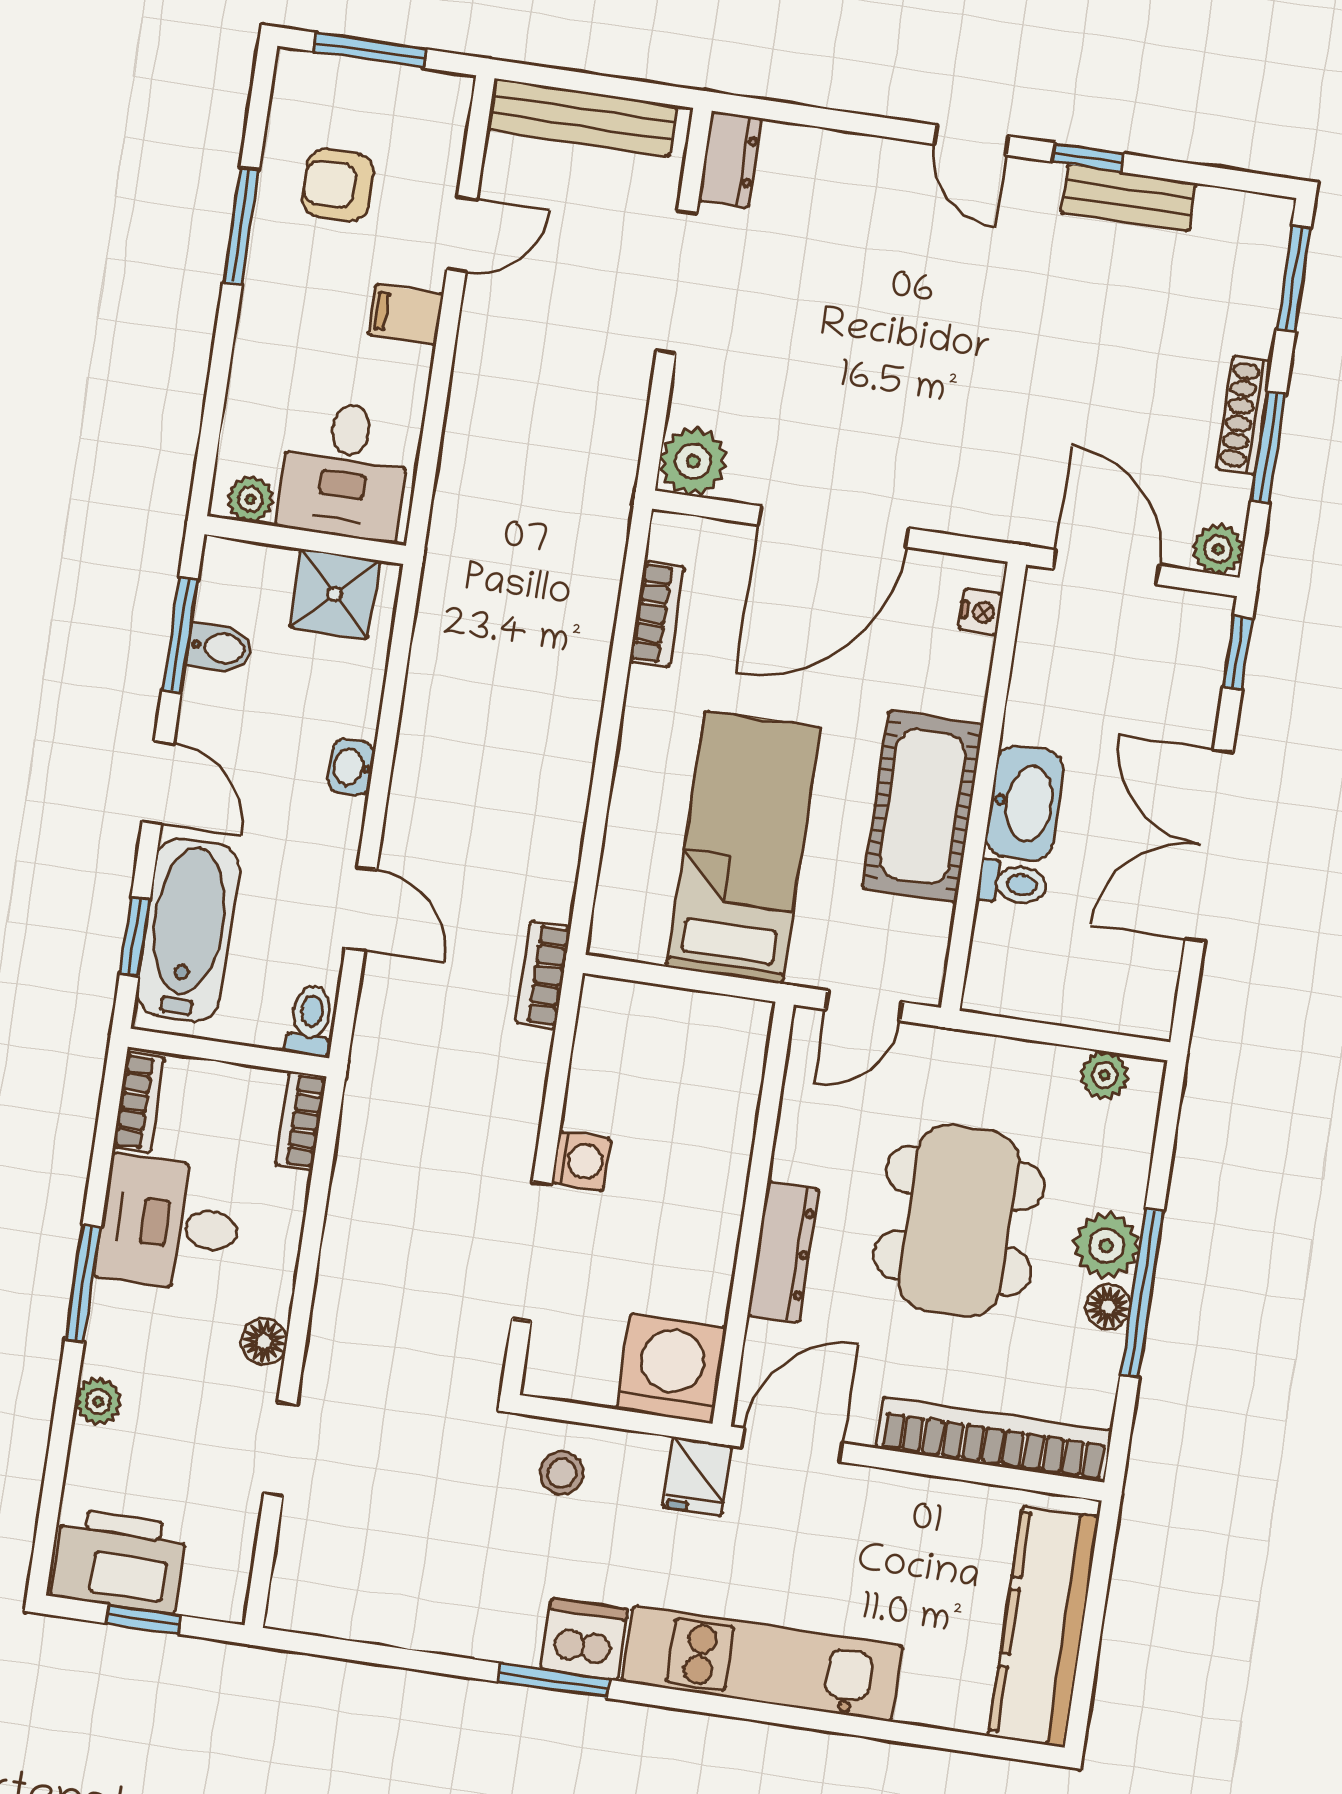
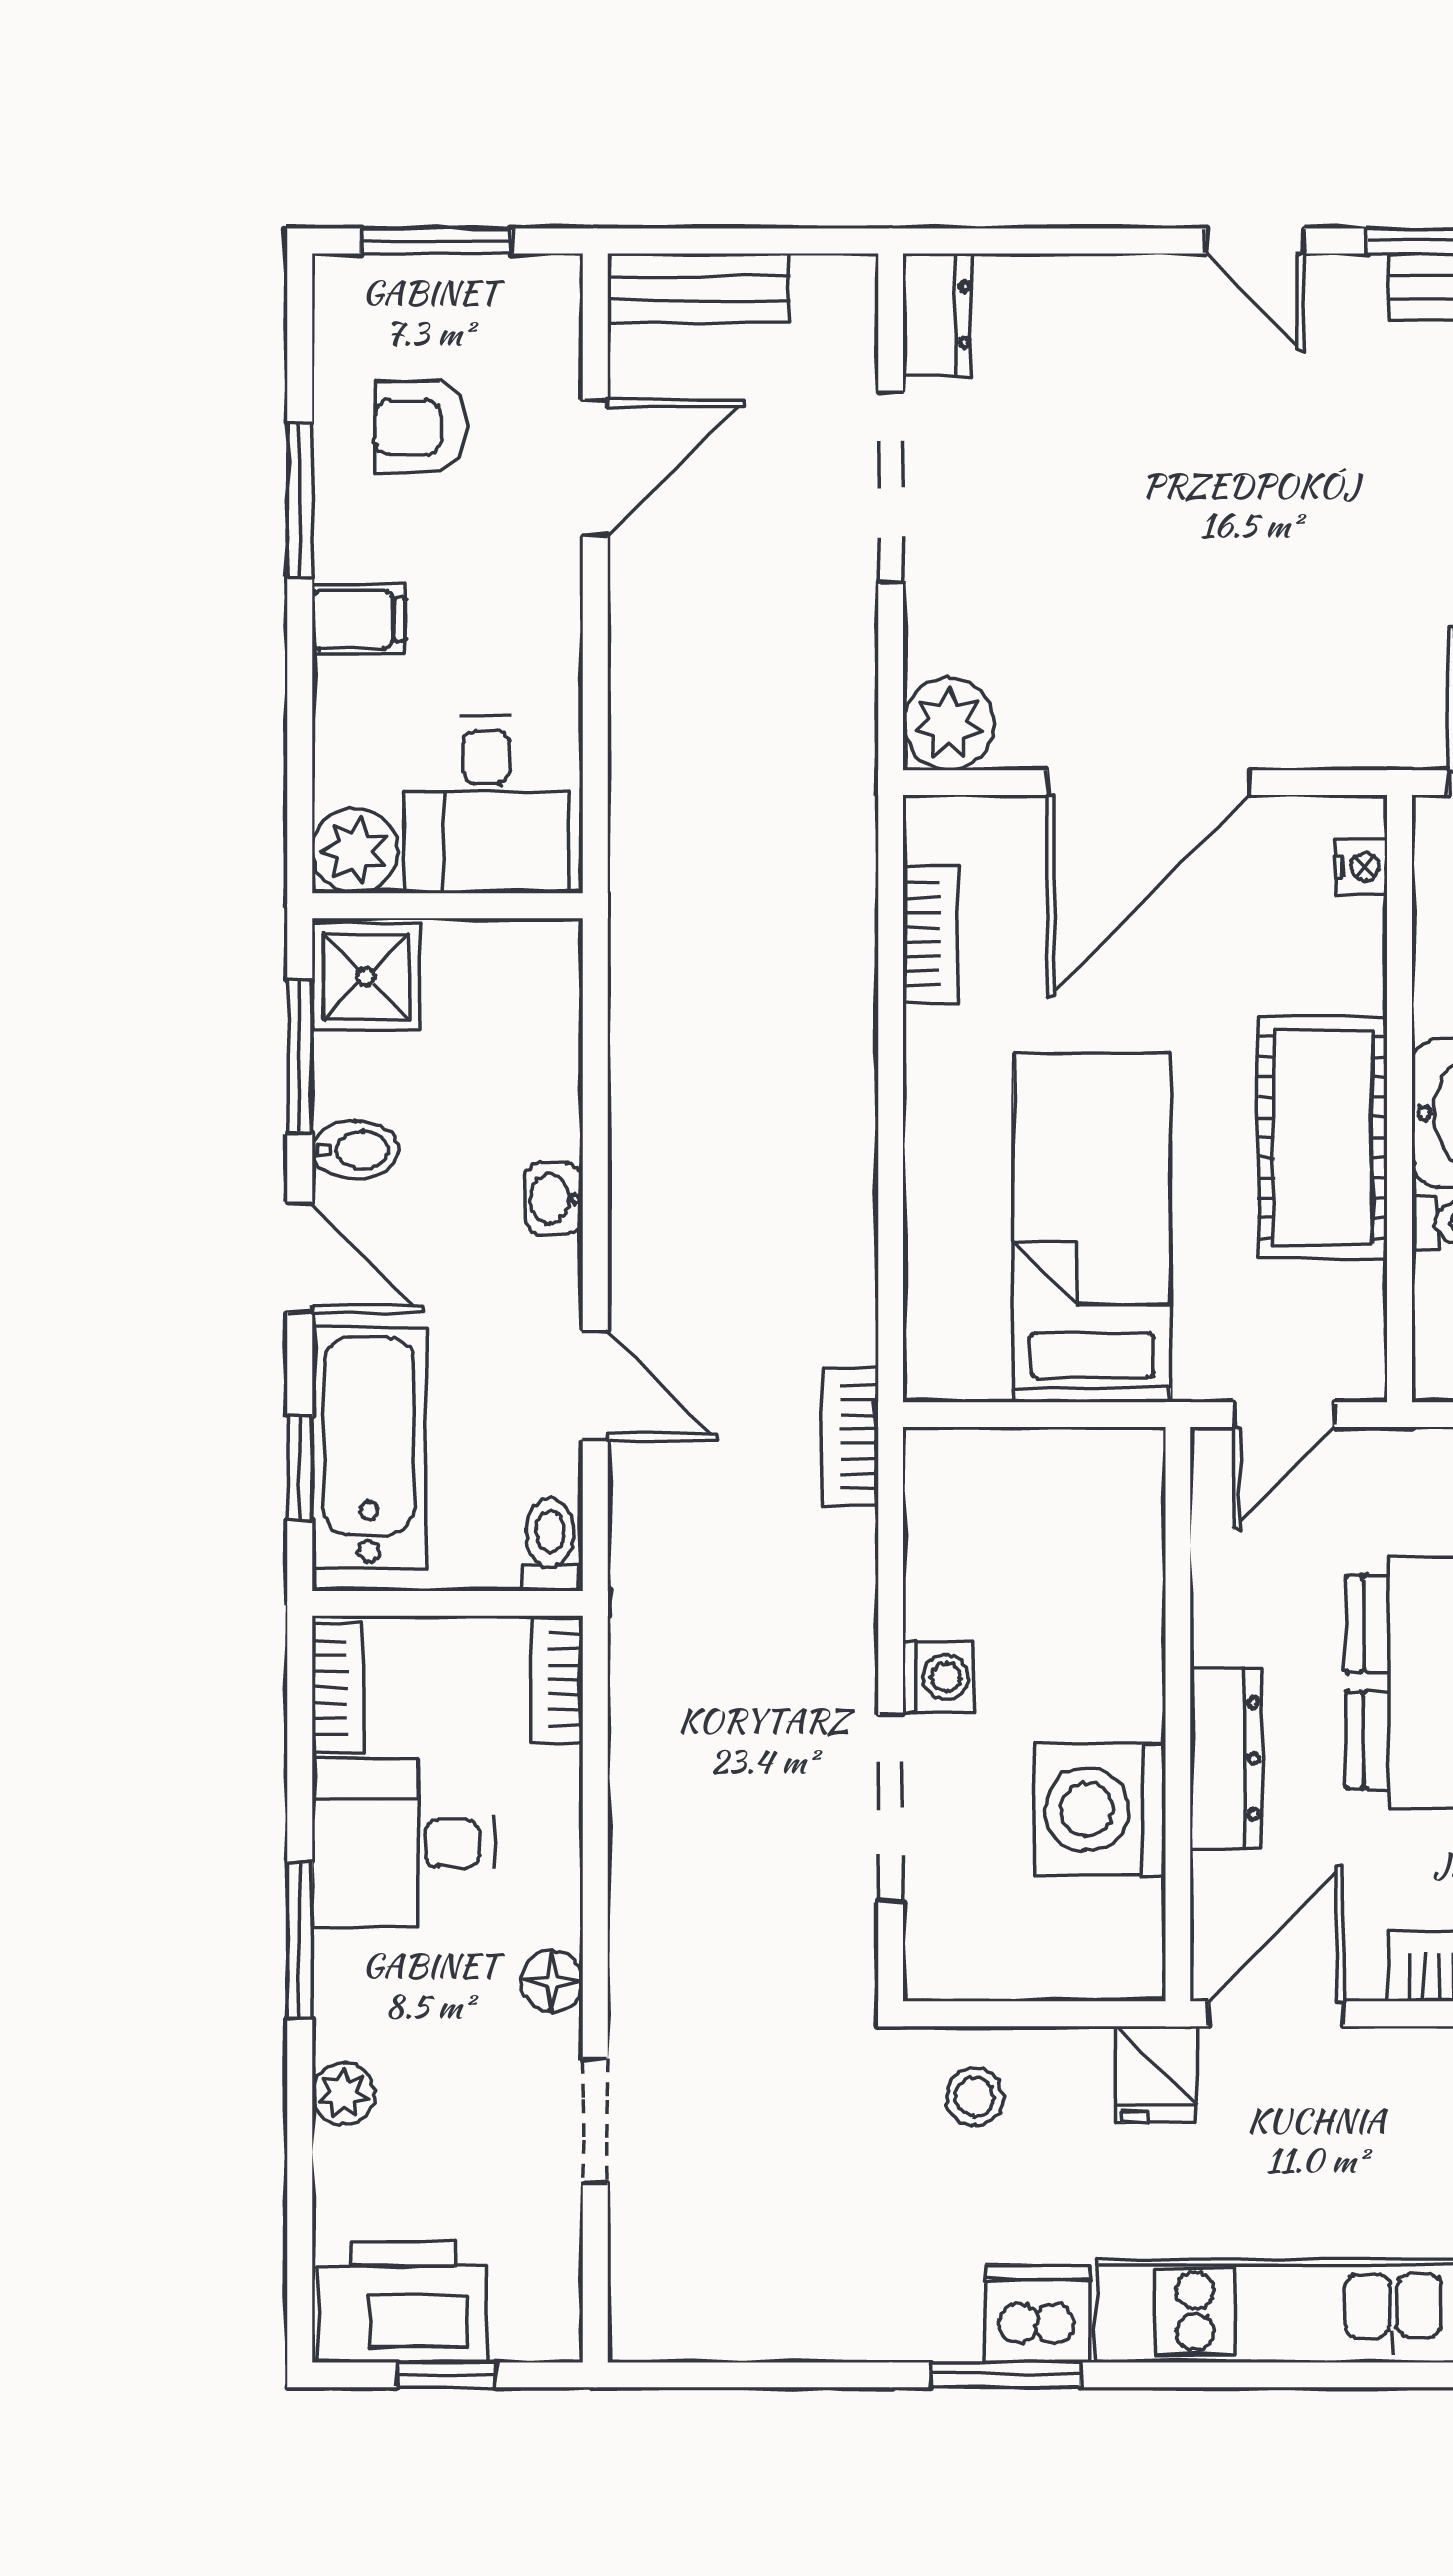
bench: (582, 117) -> (699, 288), width x0.73
door: (462, 235) -> (595, 468), width x1.38
filing cabinet: (406, 315) -> (358, 619), moved, turned 180
plant: (250, 499) -> (355, 851), width x1.38, depth x1.38
shower: (335, 594) -> (366, 976), moved
bidet: (220, 648) -> (355, 1150), moved
washing machine: (672, 1369) -> (1100, 1809), moved, turned -90

